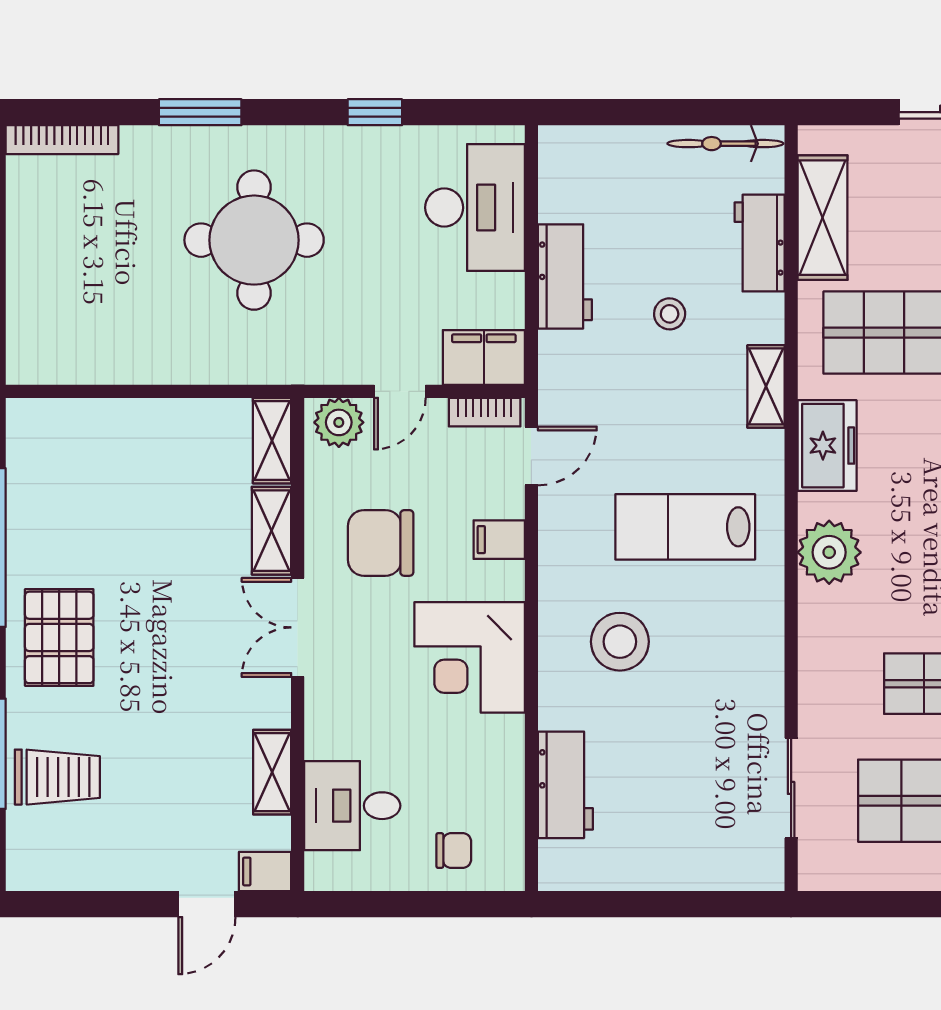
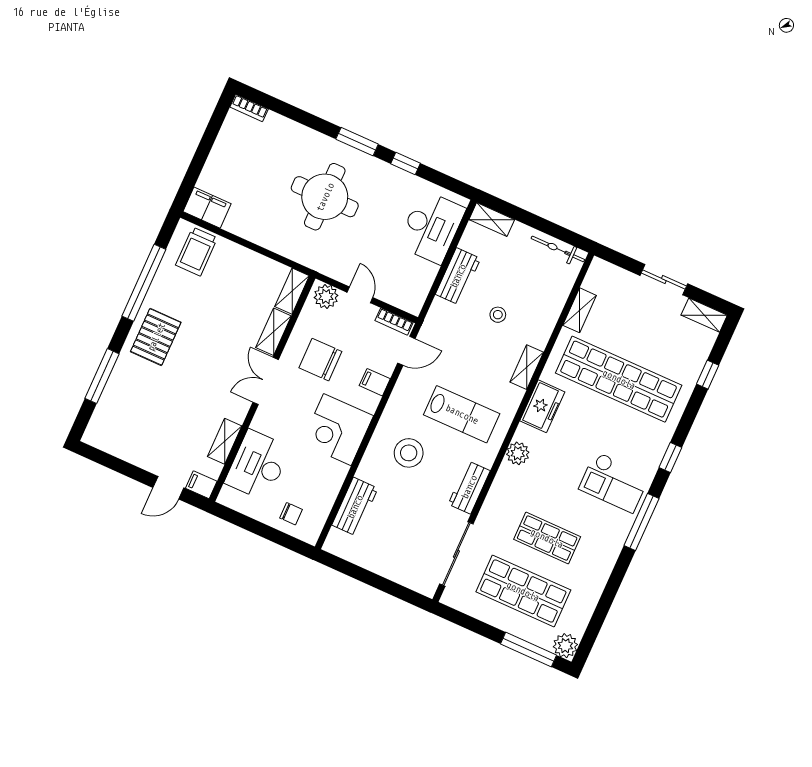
window: (200, 112) -> (357, 142), moved
bookcase: (62, 140) -> (249, 108), width x0.64
shelving: (580, 144) -> (492, 220), added
shelving: (822, 218) -> (580, 310), width x0.67, depth x0.75
workbench: (760, 243) -> (469, 487), moved
filing cabinet: (484, 357) -> (207, 208), moved
door: (400, 391) -> (360, 295), swing flipped
lab bench: (685, 527) -> (462, 414), turned 180
plant: (829, 552) -> (518, 453), width x0.73, depth x0.73
trolley: (57, 777) -> (196, 251), moved, turned 90
sliding door: (791, 788) -> (456, 554), width x1.37
desk: (352, 806) -> (258, 465), width x1.37

